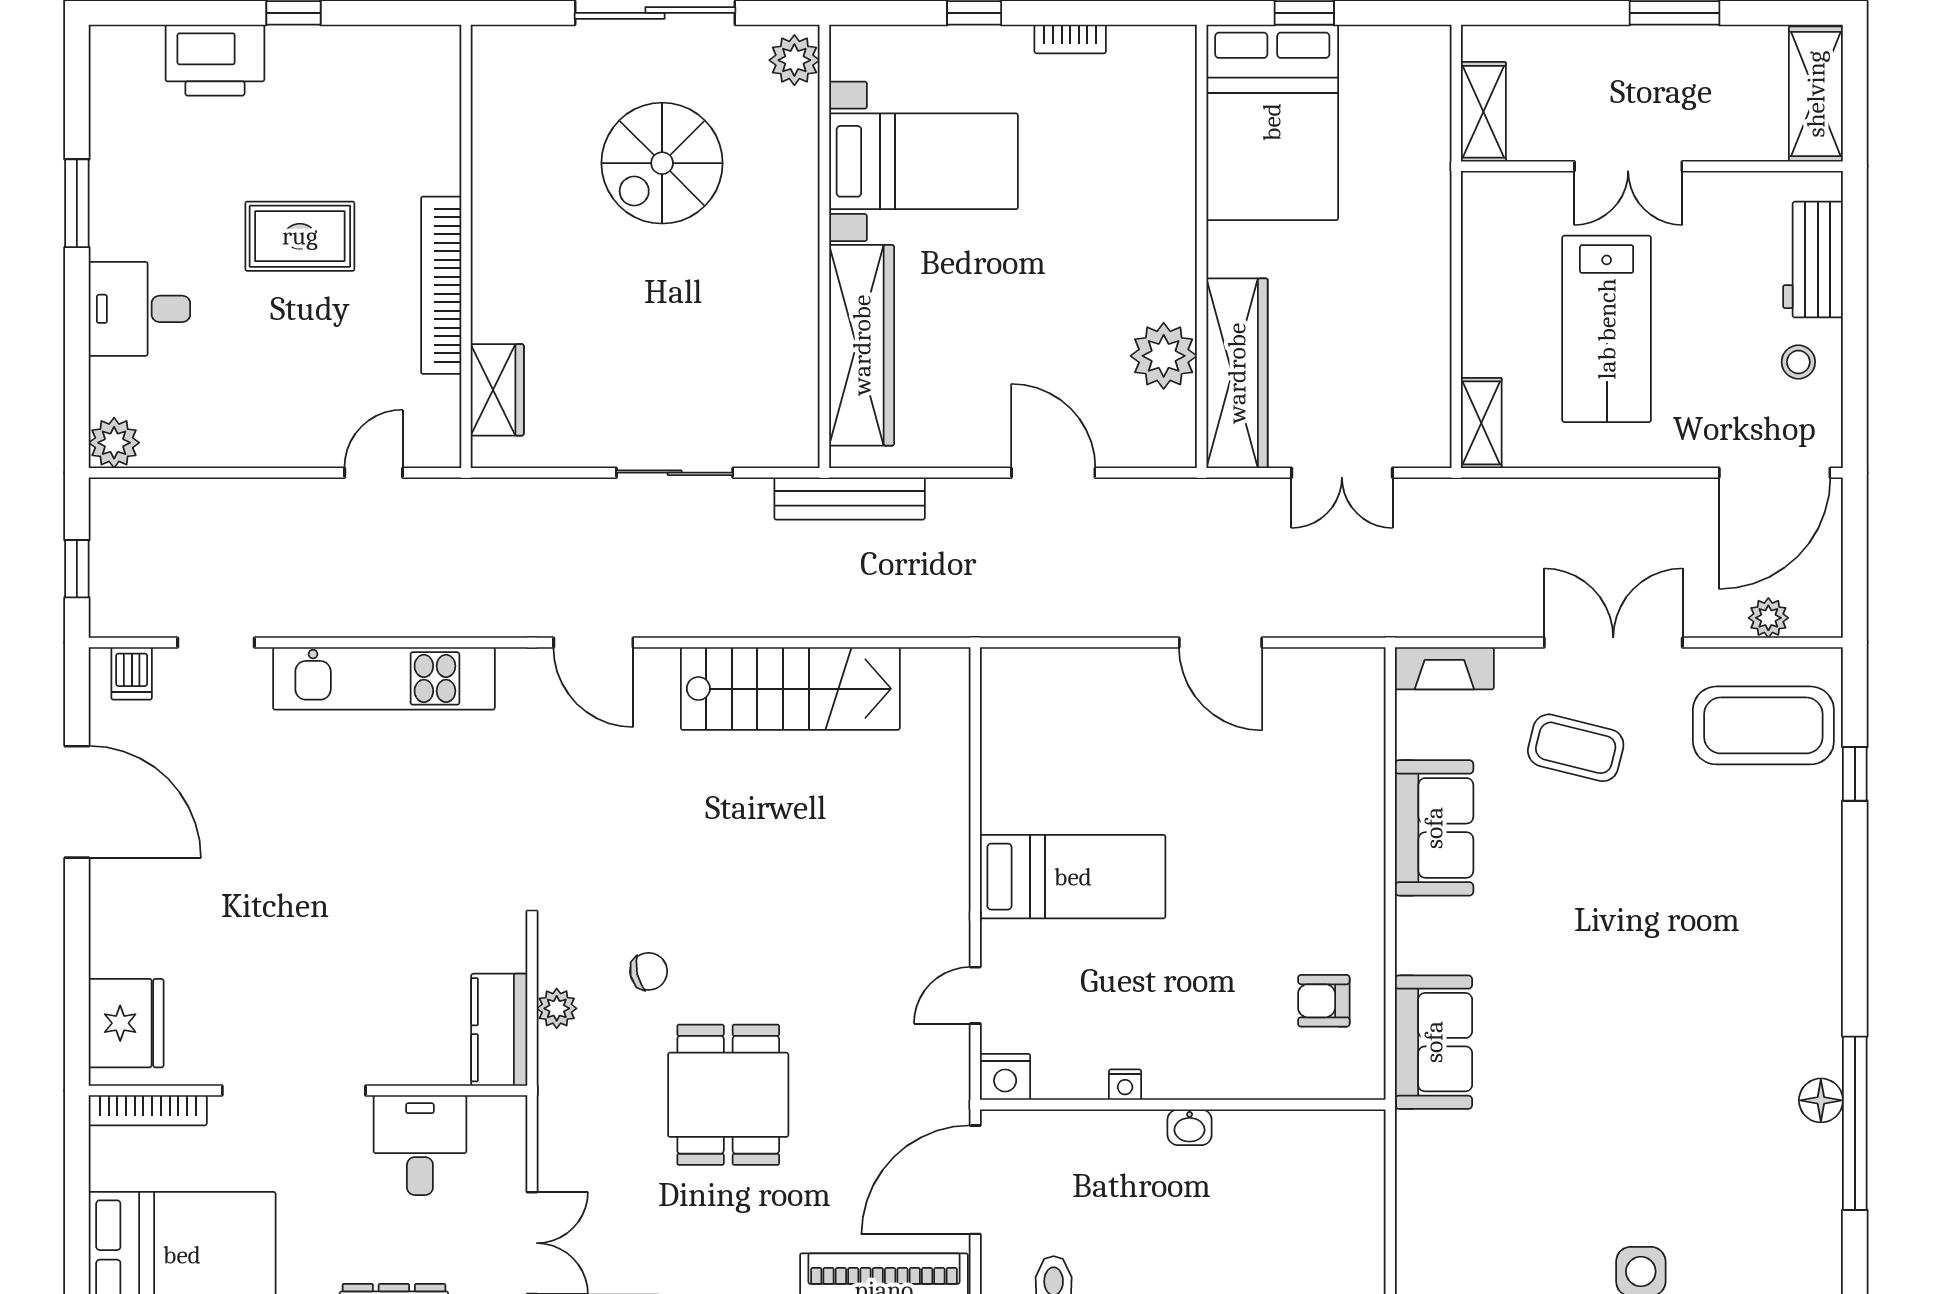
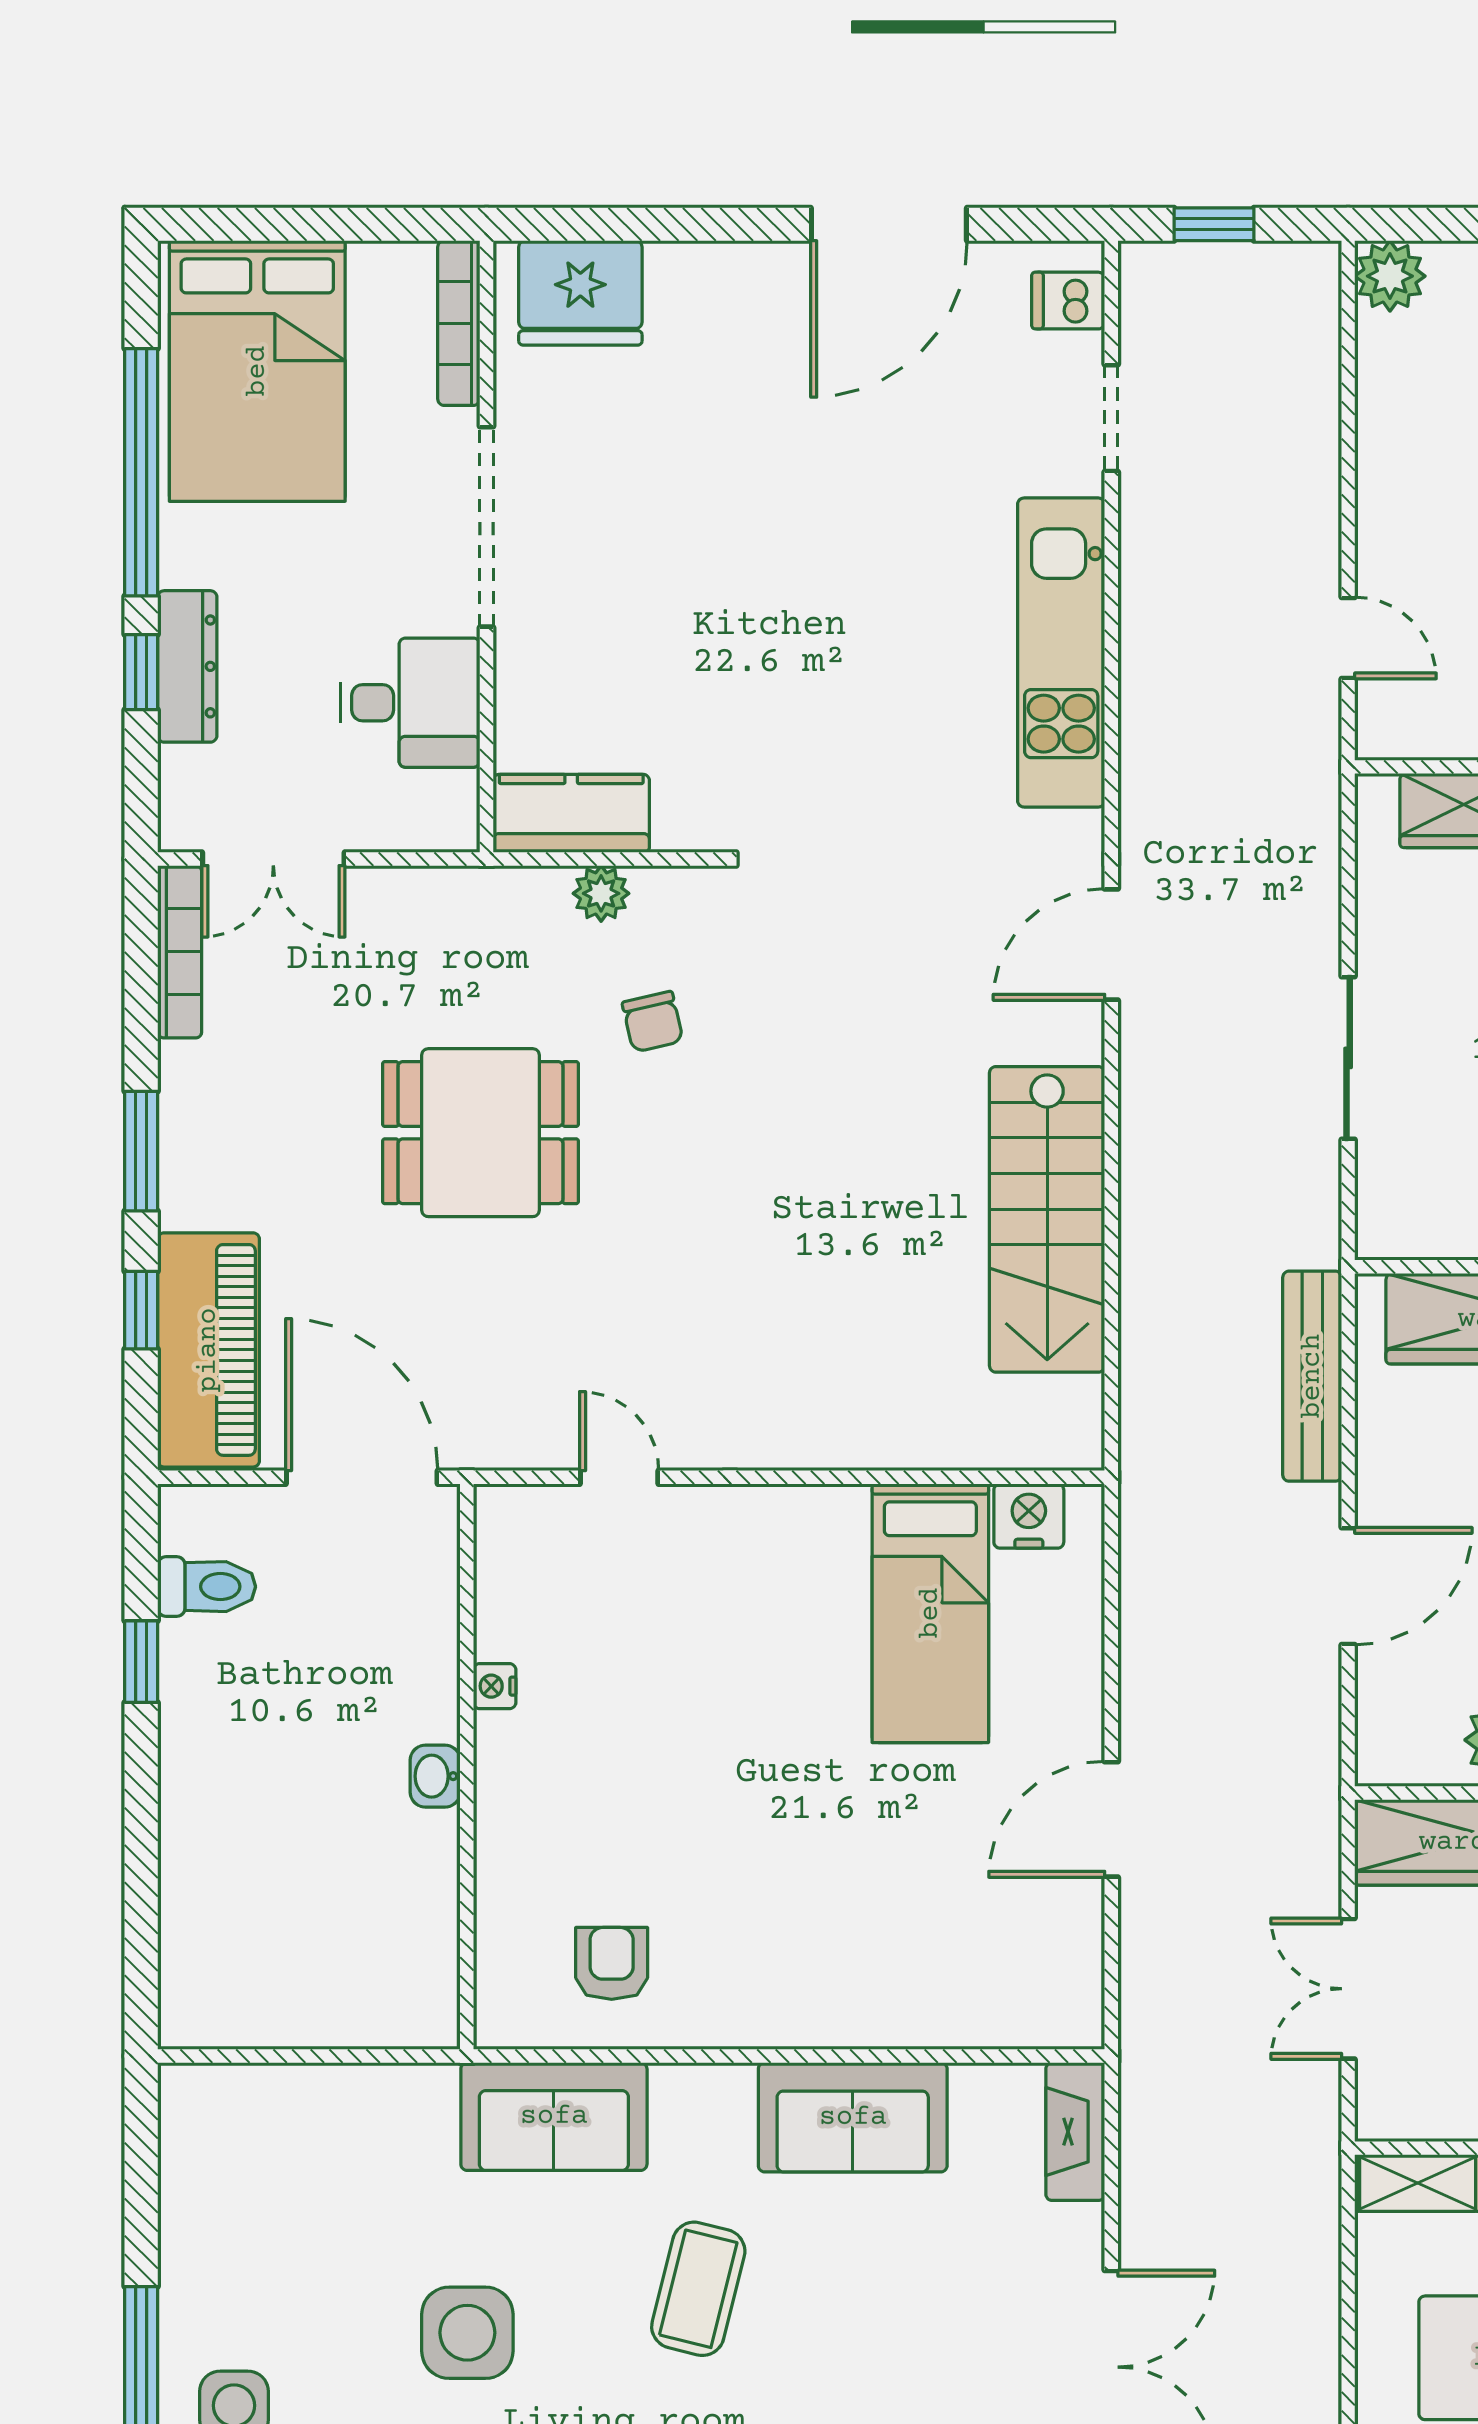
bench: (850, 499) -> (1312, 1376), moved
coffee table: (1576, 748) -> (698, 2289), moved
bed: (1073, 877) -> (930, 1613), moved
nightstand: (1005, 1077) -> (1029, 1516), moved, turned 90
side table: (1589, 1104) -> (467, 2333), added

